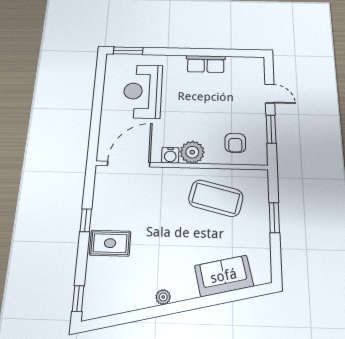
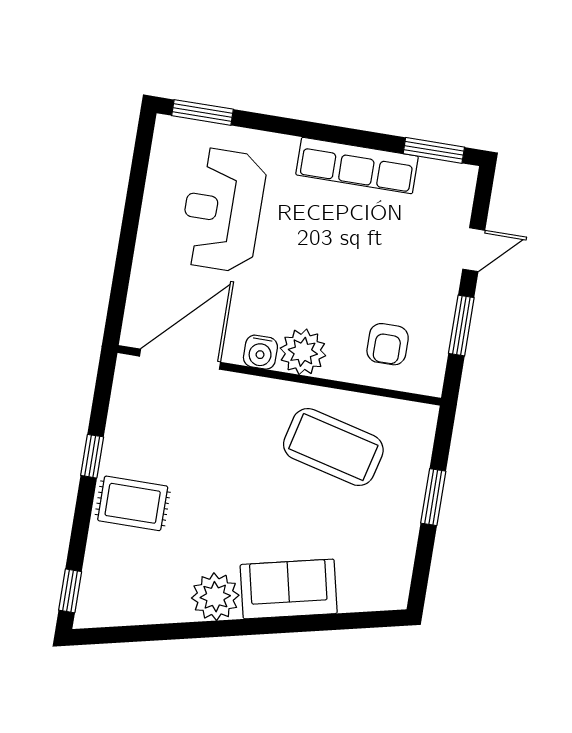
window: (241, 53) -> (434, 150), added
row of seats: (206, 64) -> (357, 166), width x1.48
door: (270, 94) -> (474, 250), hinge flipped
sofa: (224, 276) -> (289, 589), moved
plant: (163, 297) -> (215, 597), width x1.88, depth x1.88

